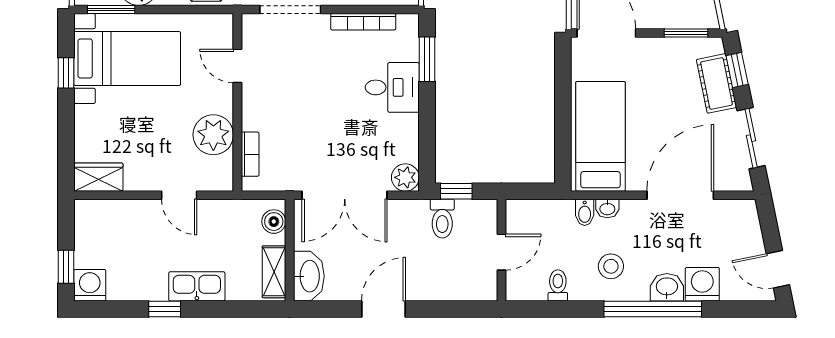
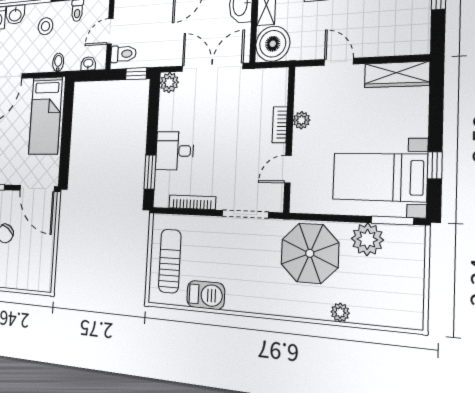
door: (237, 66) -> (288, 169), swing flipped
plant: (213, 135) -> (301, 120), width x0.53, depth x0.53
bookcase: (250, 154) -> (280, 125), moved
wardrobe: (98, 177) -> (397, 75), width x1.50
washbasin: (607, 208) -> (88, 64), moved
toilet: (442, 219) -> (123, 54), moved, turned 90
boiler: (274, 222) -> (273, 44), width x1.86, depth x1.86

